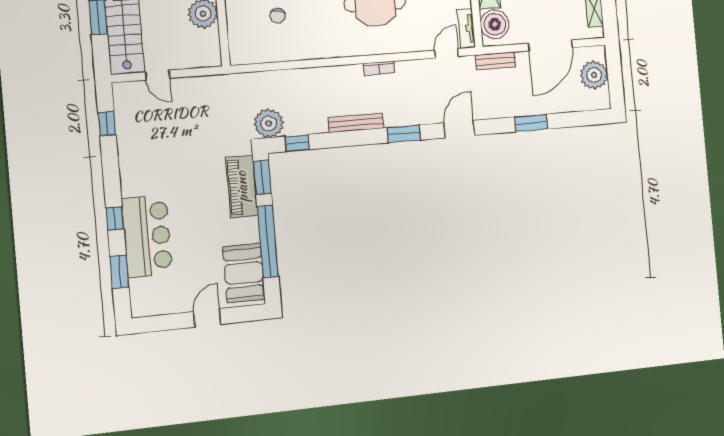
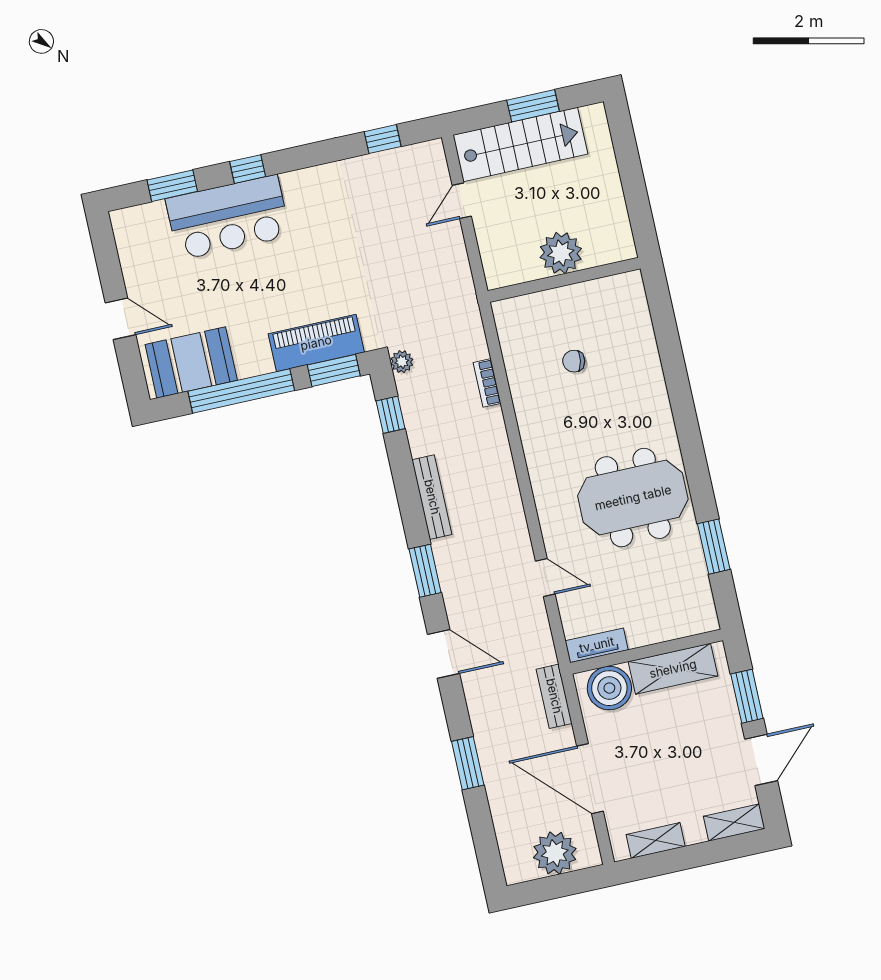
door: (447, 53) -> (545, 577), moved
bookcase: (379, 68) -> (487, 383), moved
plant: (269, 123) -> (402, 362), width x0.53, depth x0.53

